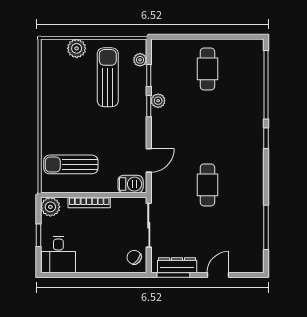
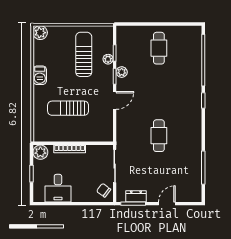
plant: (77, 48) -> (40, 33), moved
plant: (140, 60) -> (108, 59), moved
door: (149, 160) -> (115, 100), moved
sun lounger: (71, 164) -> (68, 108), moved
barbecue: (131, 184) -> (40, 75), moved, turned 90
desk: (58, 254) -> (58, 188), moved
dresser: (177, 265) -> (136, 196), width x0.70

